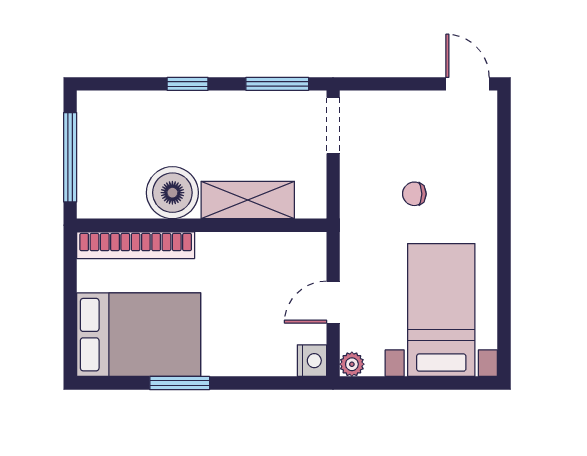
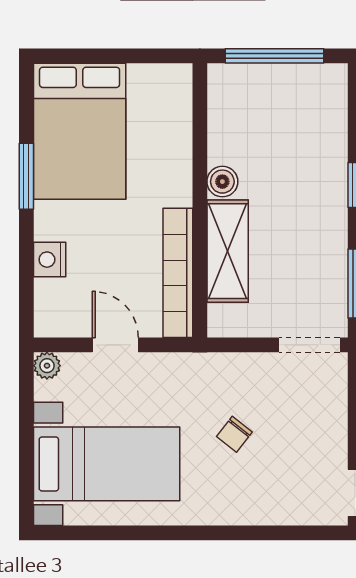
boiler: (172, 193) -> (222, 182), width x0.54, depth x0.54
chair: (414, 194) -> (234, 434), turned -142
bookcase: (136, 245) -> (178, 273), moved
nightstand: (312, 361) -> (50, 260), moved, turned 90

